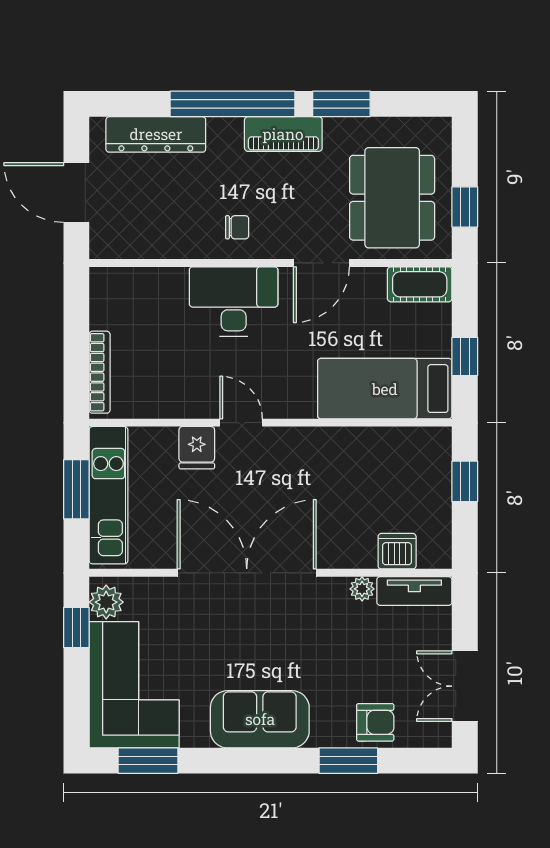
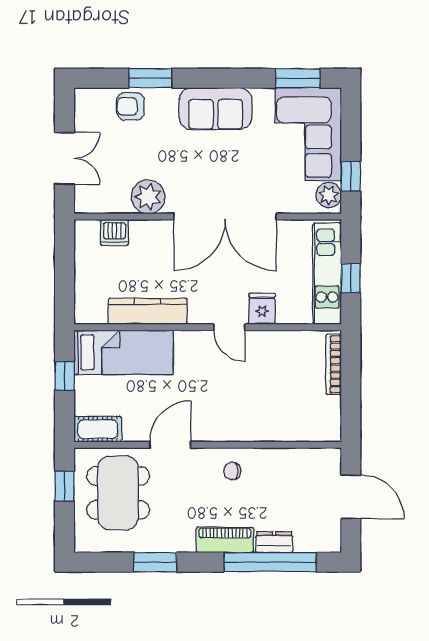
window: (233, 104) -> (270, 562), moved
dresser: (156, 134) -> (274, 542), width x0.51, depth x0.80
piano: (283, 134) -> (225, 540), moved
desk: (234, 302) -> (235, 416), removed
kitchen counter: (352, 444) -> (148, 311), added
window: (465, 481) -> (65, 284), removed
window: (76, 489) -> (351, 278), width x0.67
plant: (362, 589) -> (148, 197), width x1.88, depth x1.88
tv unit: (414, 591) -> (102, 203), removed
double door: (465, 686) -> (65, 159), moved

